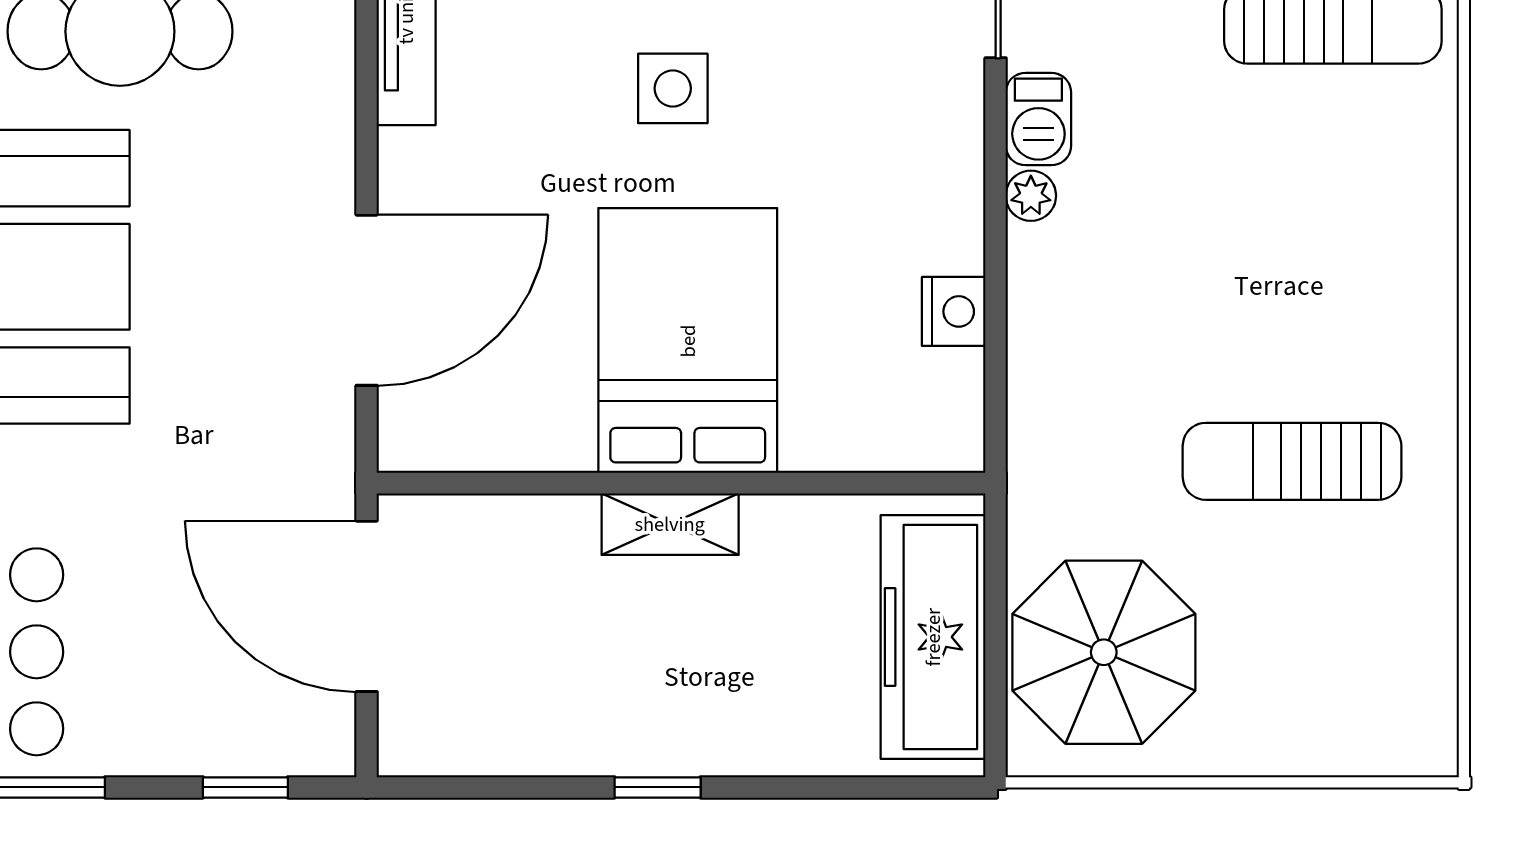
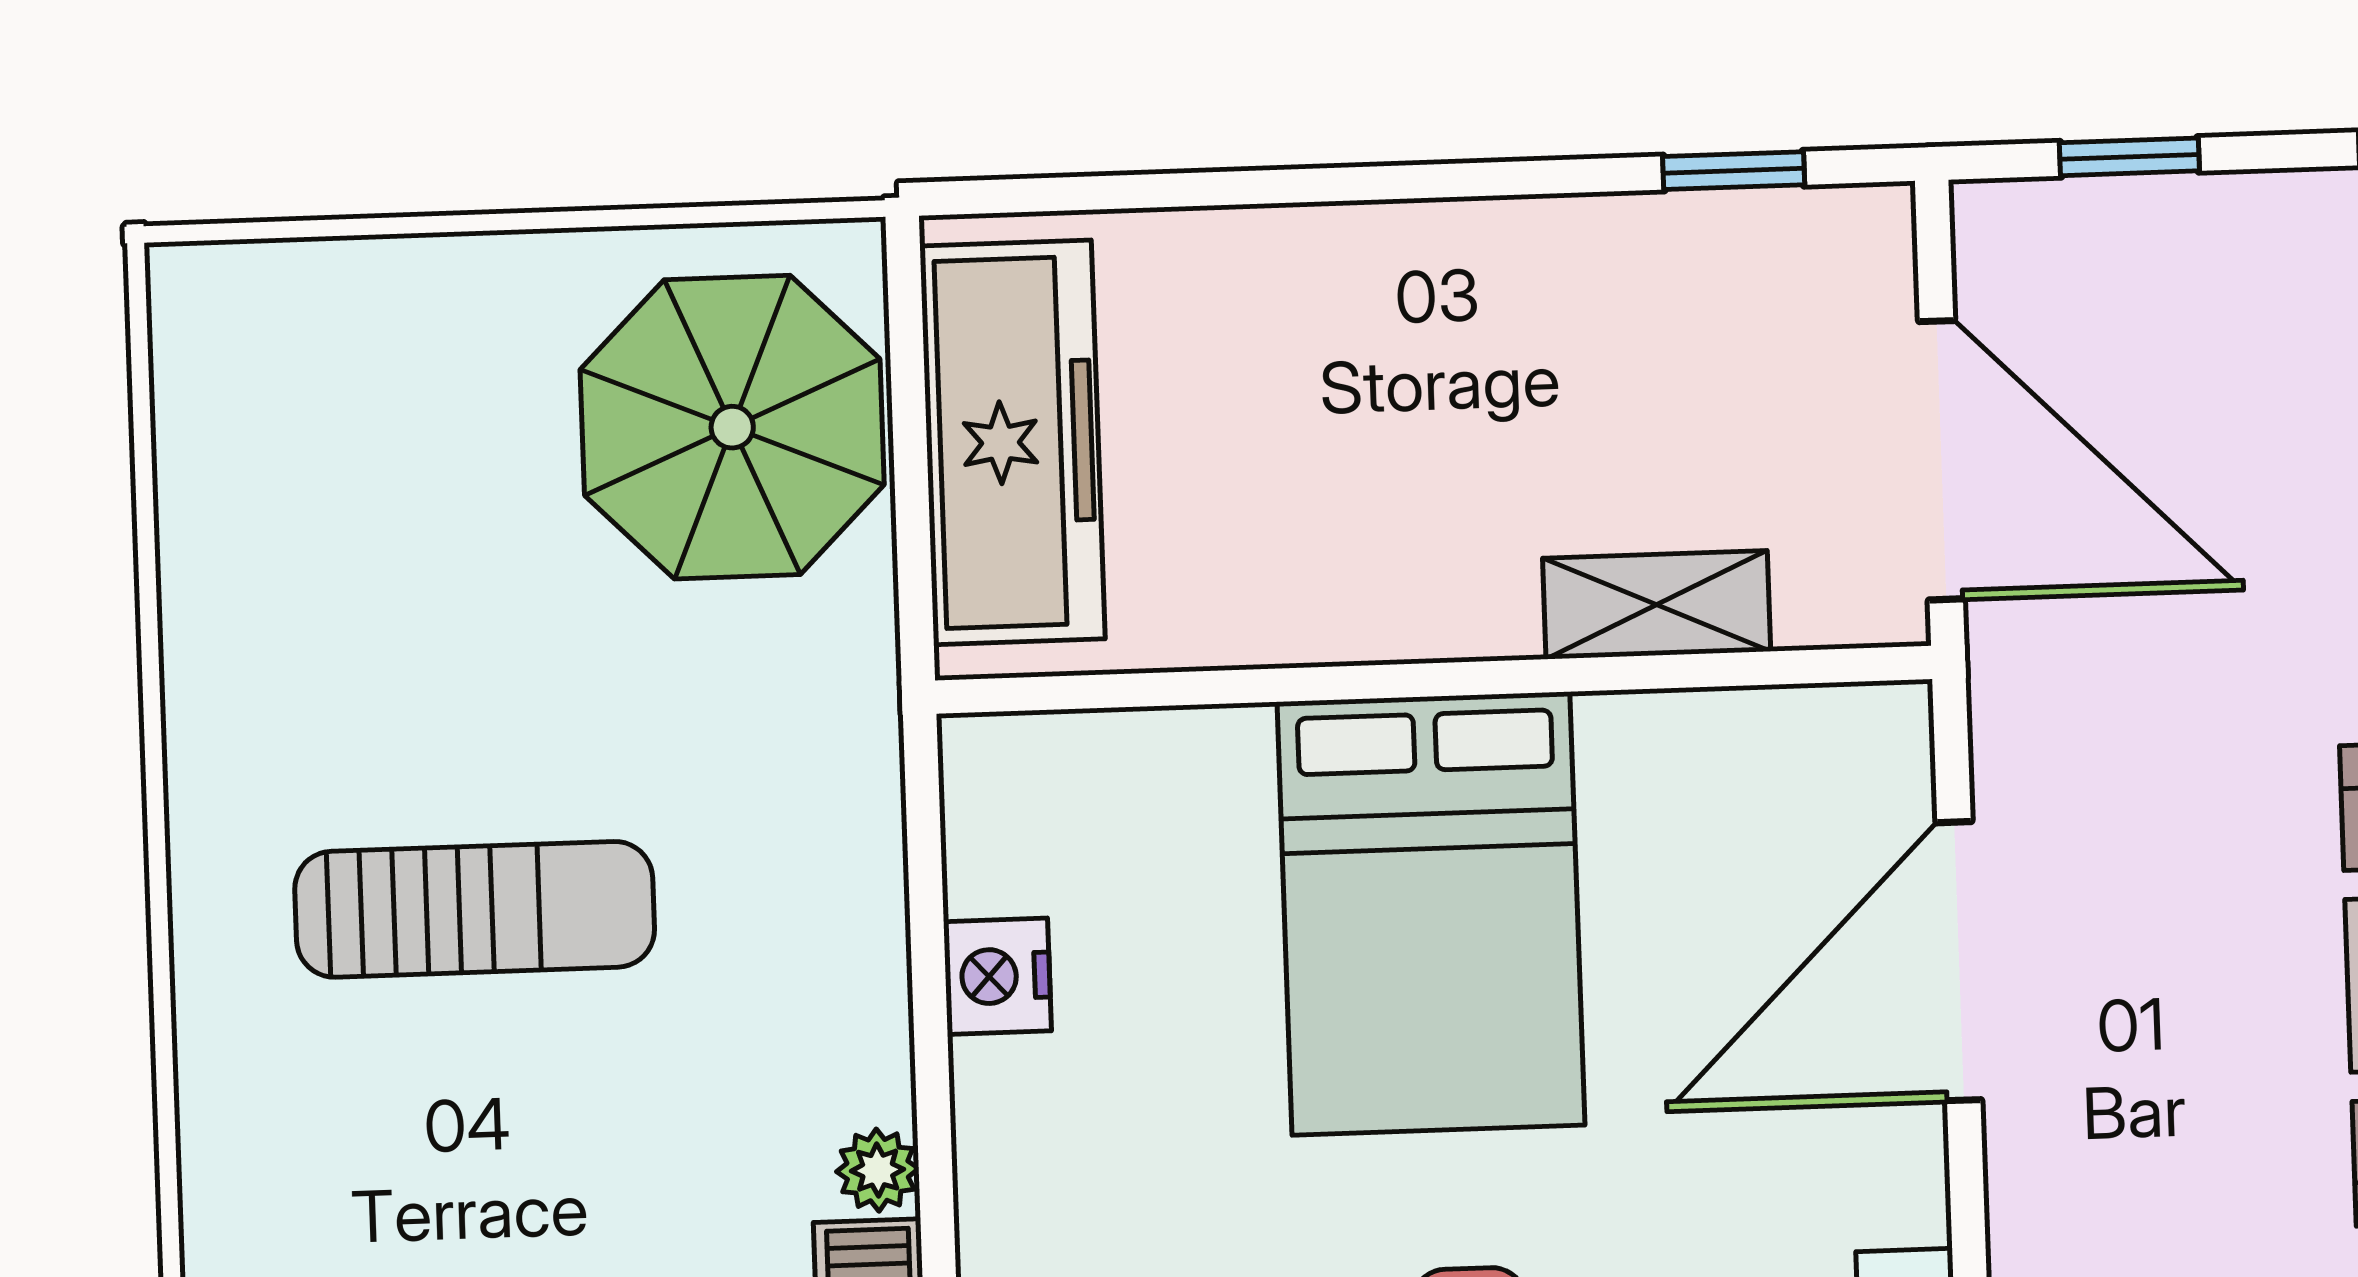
sun lounger: (1292, 461) -> (475, 909), moved
shelving: (670, 524) -> (1657, 605), moved
window: (658, 787) -> (1734, 171), moved

